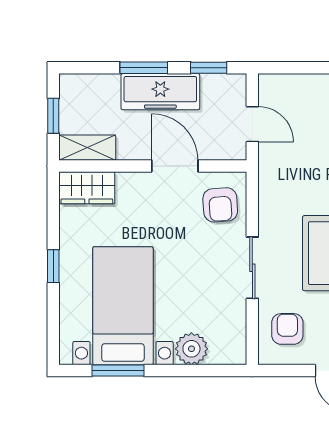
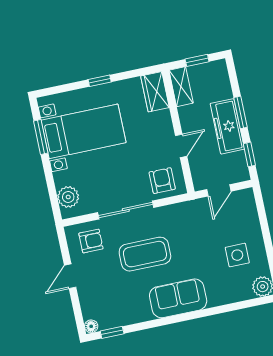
door: (175, 166) -> (181, 146), width x0.73
armchair: (220, 205) -> (162, 181), turned 94
sliding door: (252, 268) -> (126, 210), width x1.37
plant: (191, 349) -> (68, 197), moved

